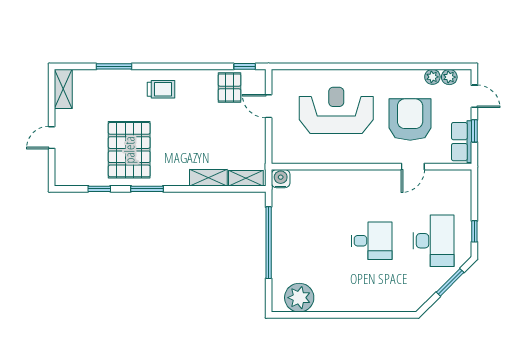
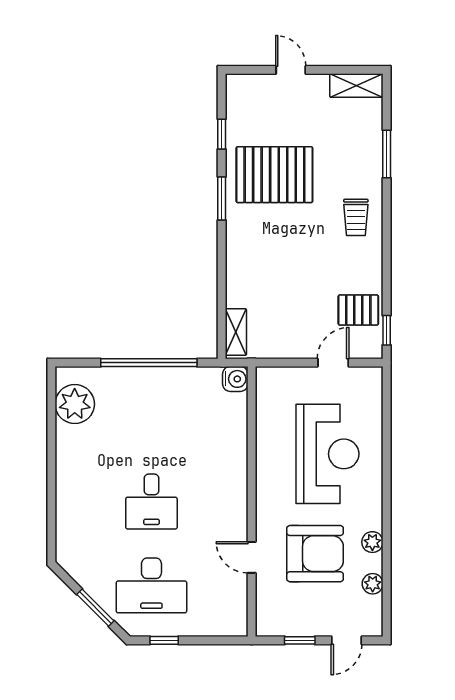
plant: (449, 77) -> (372, 542), moved
row of seats: (462, 142) -> (285, 623), removed
shelving: (208, 178) -> (237, 281), removed

